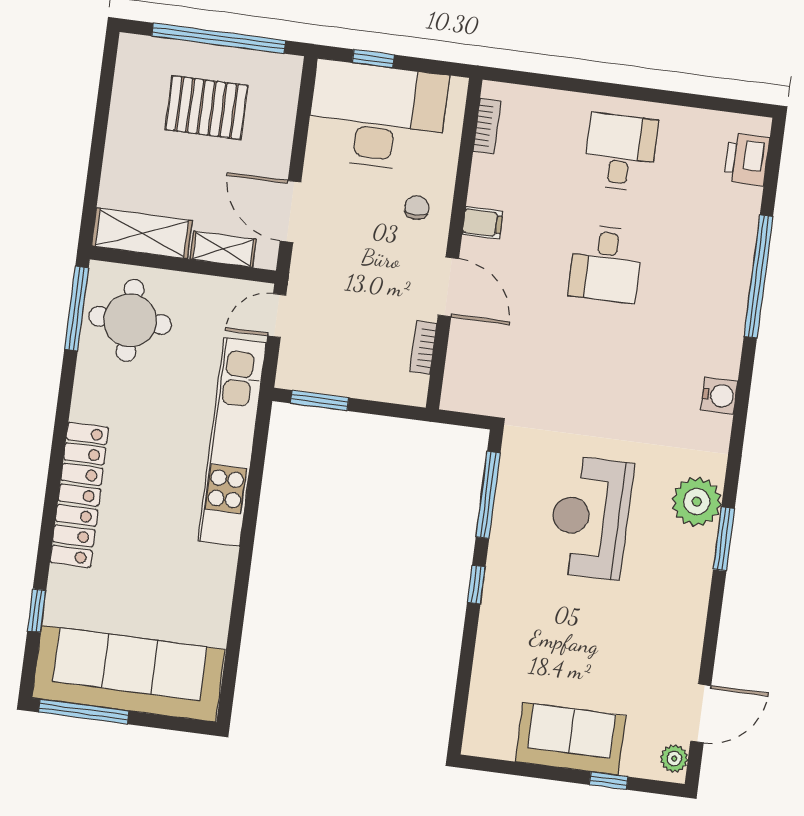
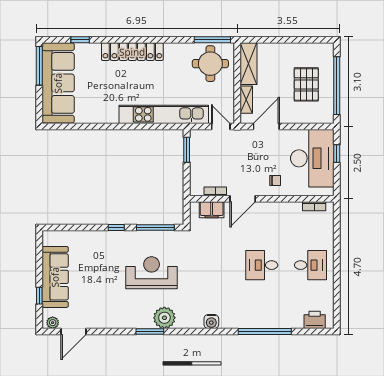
filing cabinet: (483, 223) -> (212, 210), moved, width x2.00
door: (701, 713) -> (74, 332), hinge flipped
sofa: (571, 739) -> (55, 277), width x1.36

